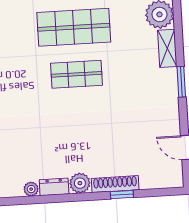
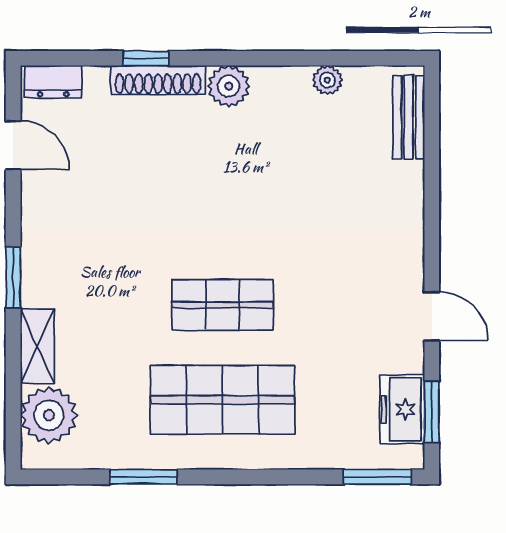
dresser: (54, 187) -> (53, 82), moved

